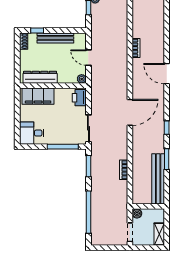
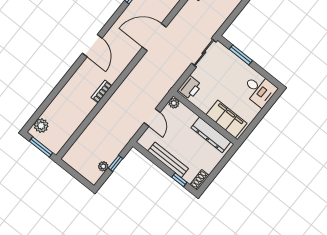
window: (63, 147) -> (241, 55), width x0.69
window: (88, 166) -> (232, 18), removed

